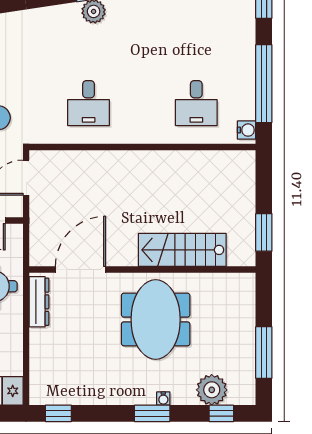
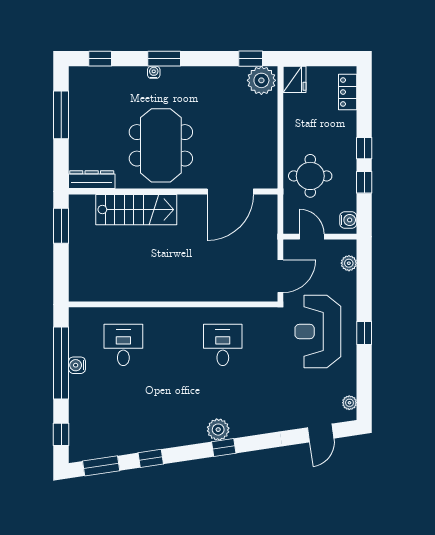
water cooler: (247, 130) -> (77, 365), moved
dresser: (39, 302) -> (92, 180), moved, turned 90
plant: (212, 390) -> (261, 80), moved

